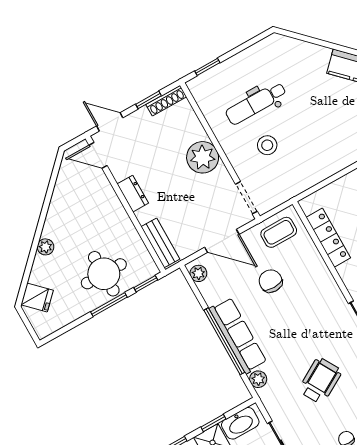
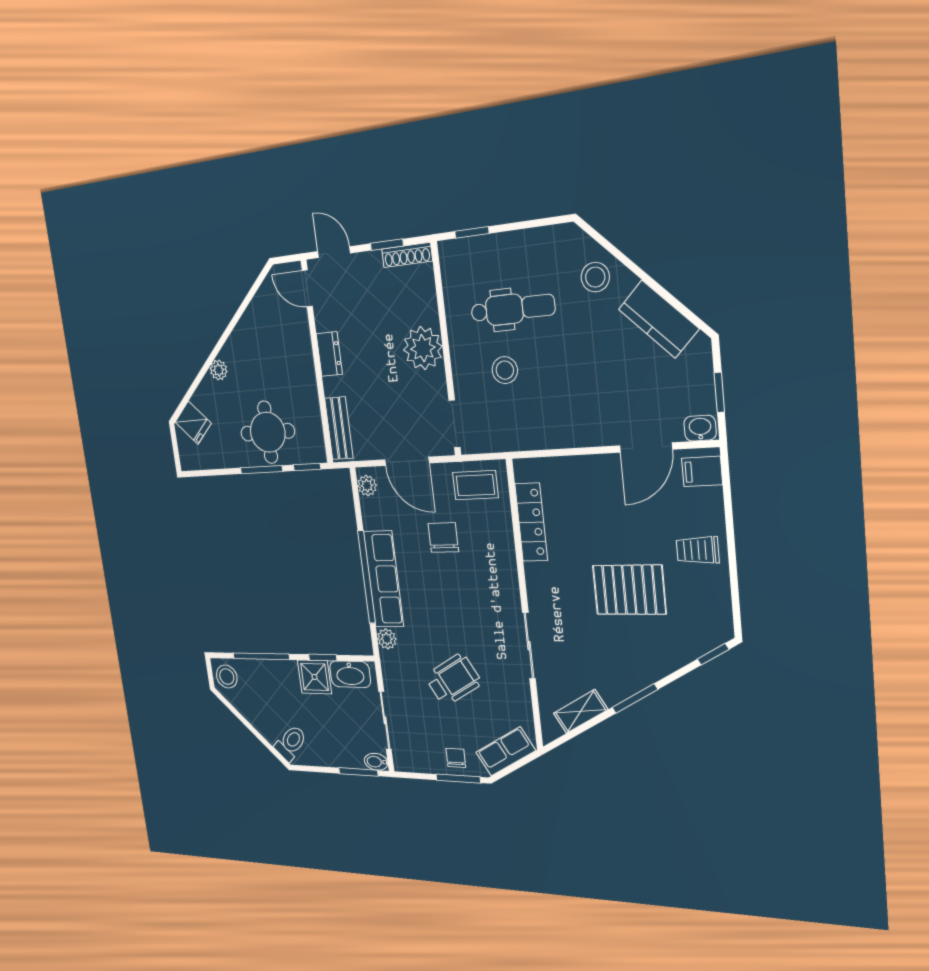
stool: (303, 60) -> (595, 277), added
dental chair: (256, 103) -> (513, 309), turned 180

